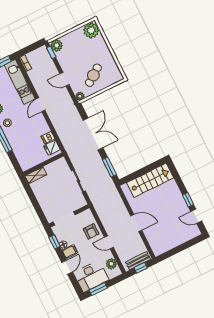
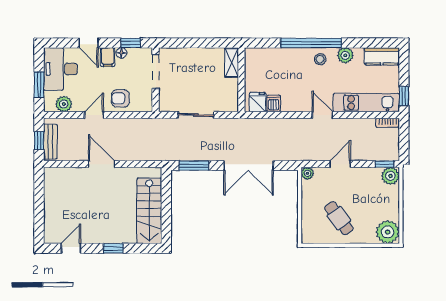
cafe table: (93, 75) -> (339, 218), moved
window: (188, 200) -> (113, 248), moved
door: (136, 223) -> (102, 164), swing flipped
window: (98, 289) -> (39, 85), moved

